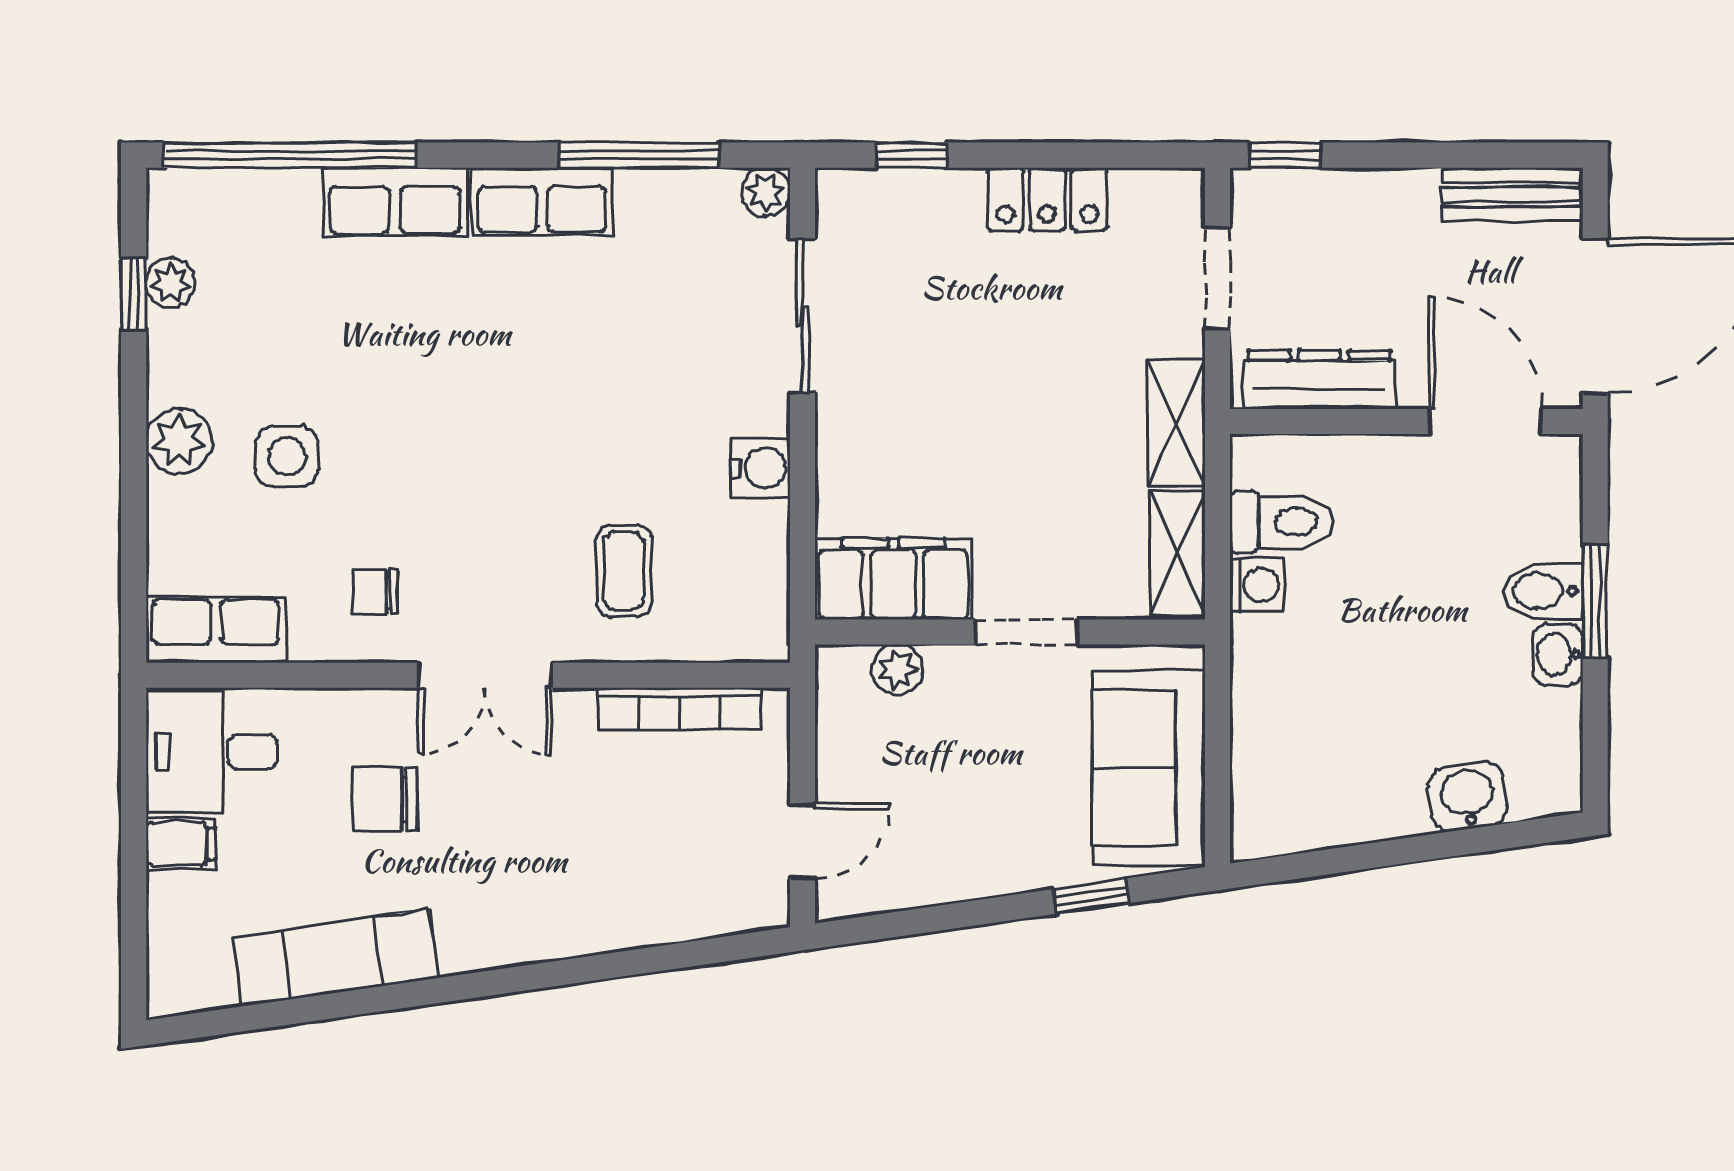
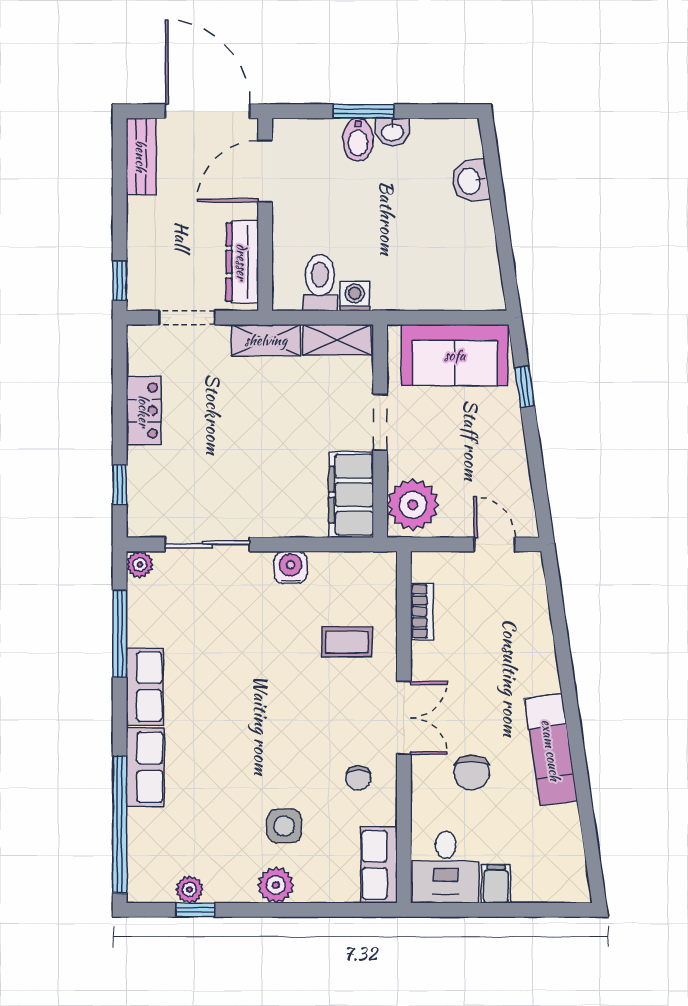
plant: (897, 670) -> (413, 505), width x1.88, depth x1.88
bookcase: (680, 709) -> (422, 611), width x0.64
exam couch: (335, 958) -> (551, 750), moved

